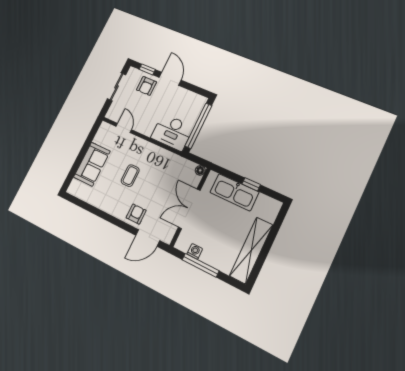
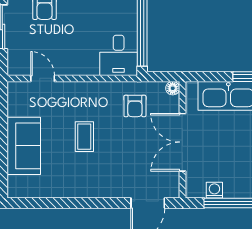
desk: (172, 132) -> (119, 55), width x0.73
armchair: (136, 214) -> (135, 106), moved, turned 180

